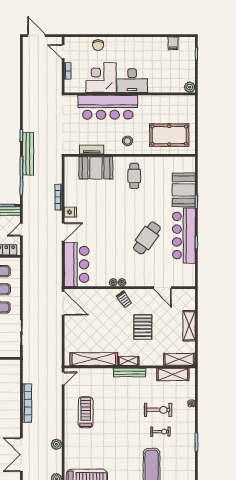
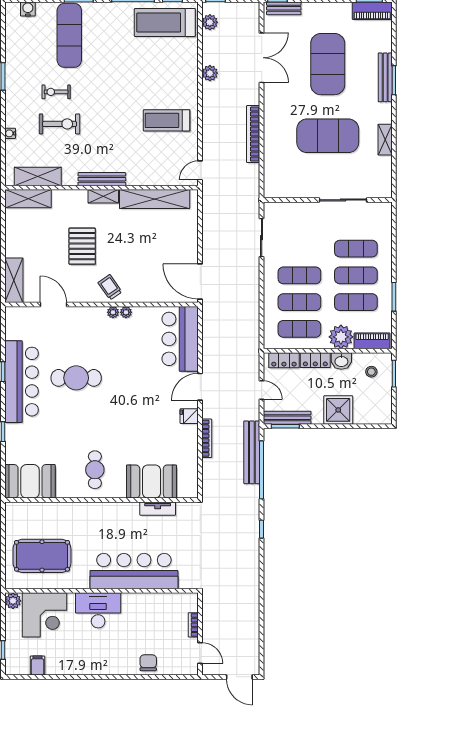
corner desk: (101, 78) -> (45, 615), moved
pool table: (169, 135) -> (42, 556), moved
stool: (127, 141) -> (105, 521), removed
bench: (28, 154) -> (252, 452), moved
booth: (184, 190) -> (30, 481), moved, turned 90
door: (21, 230) -> (262, 390), hinge flipped
cafe table: (147, 238) -> (76, 378), turned 55
shelving: (189, 326) -> (14, 280), moved
exercise bike: (158, 410) -> (60, 124), turned 180
treadmill: (86, 412) -> (167, 120), turned 90

